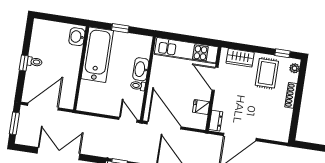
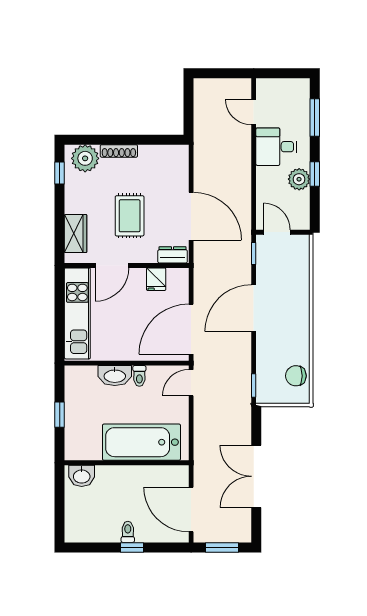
bathtub: (97, 55) -> (141, 442), moved
plant: (295, 68) -> (85, 158), width x1.87, depth x1.87
rug: (267, 73) -> (130, 216), moved, turned 90

